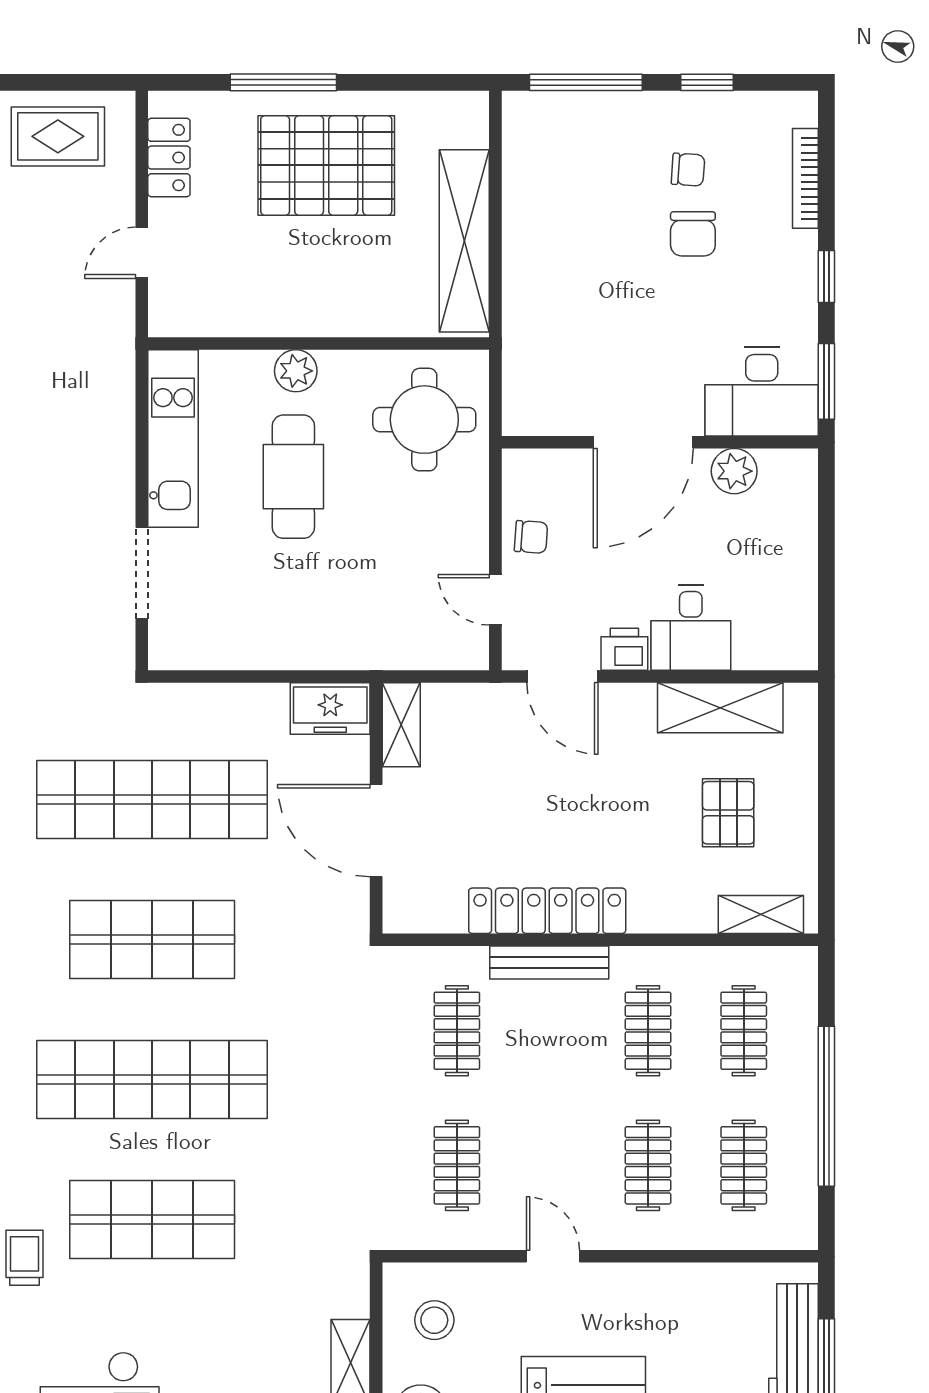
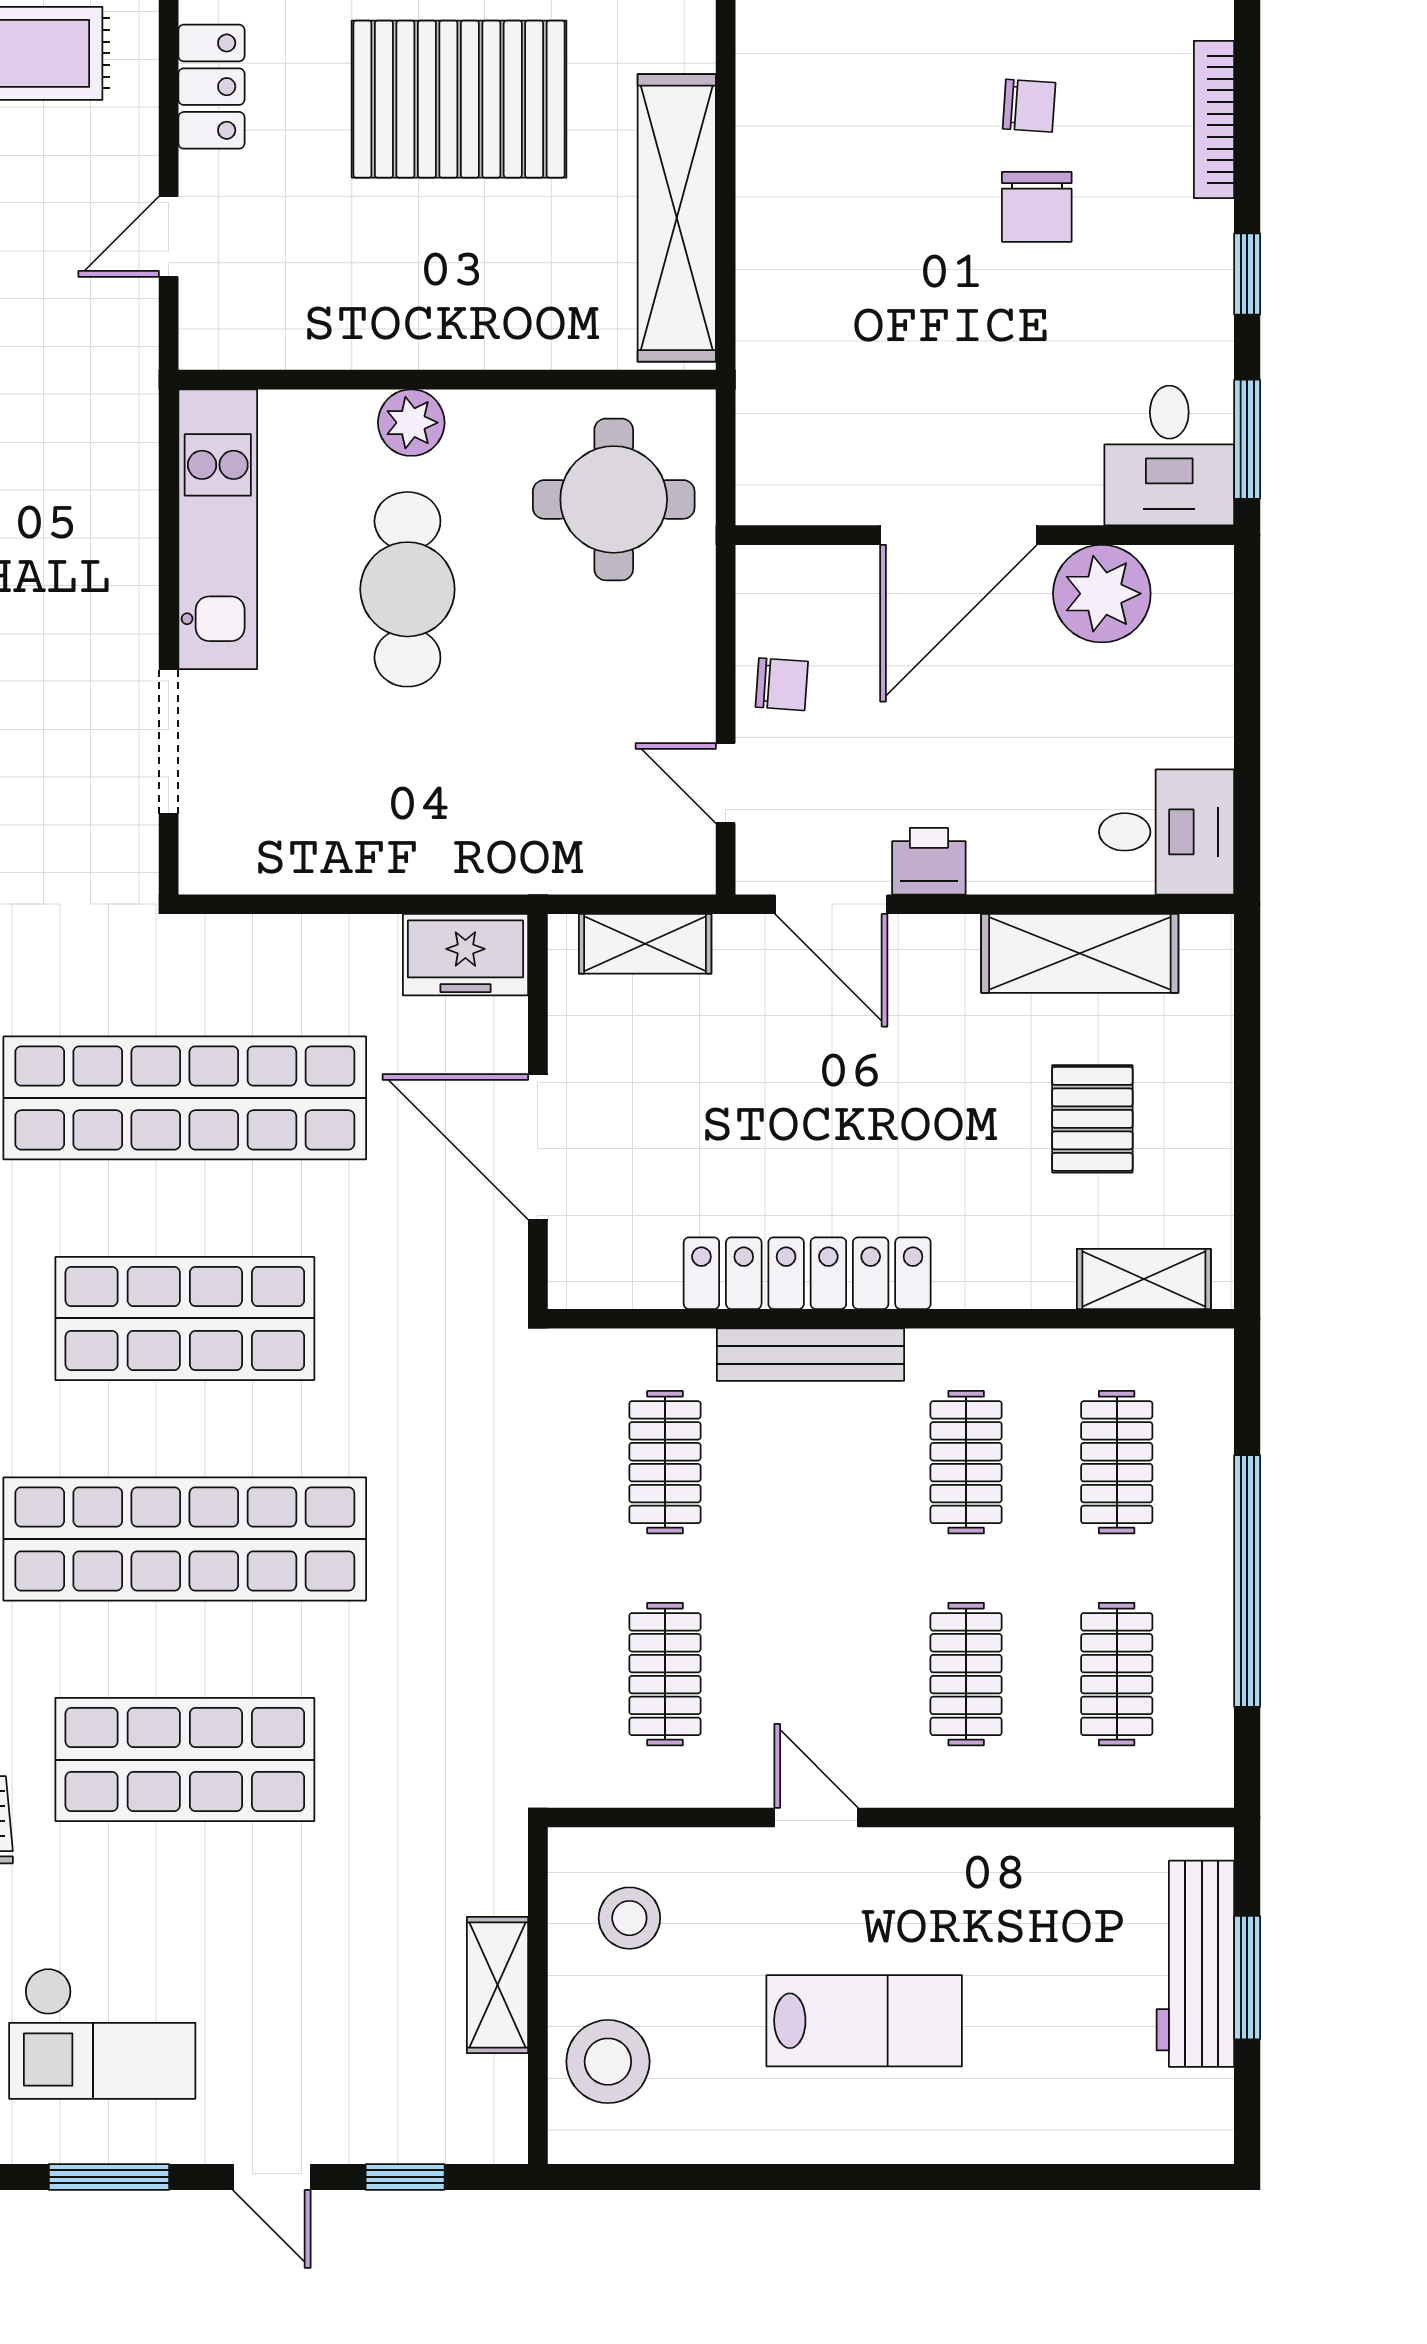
desk: (762, 392) -> (1169, 455), width x0.73
plant: (734, 471) -> (1102, 594), width x1.36, depth x1.36
desk: (691, 628) -> (1167, 832), moved, turned -90
shelving: (401, 725) -> (645, 944), moved, turned 90

